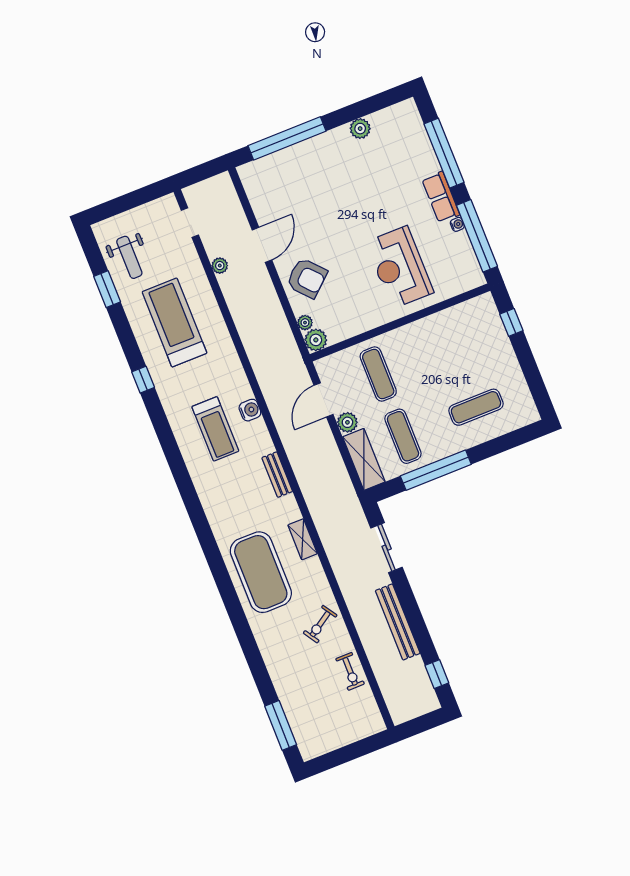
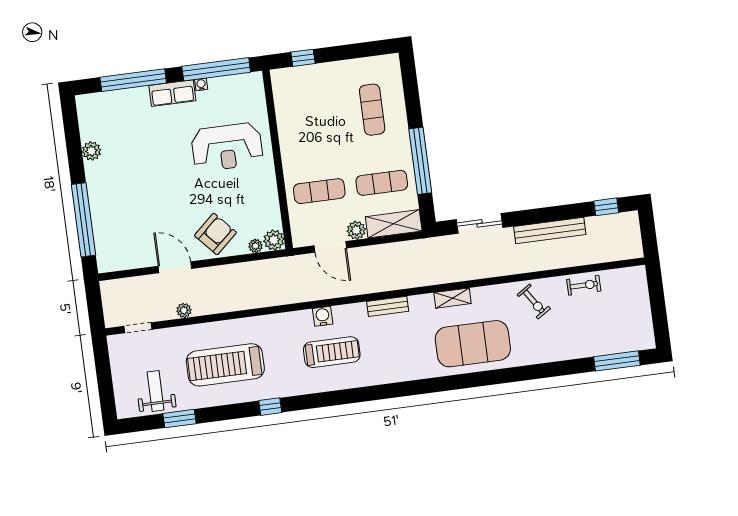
weight bench: (129, 257) -> (156, 391), turned -90

